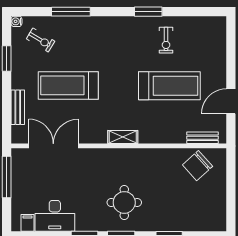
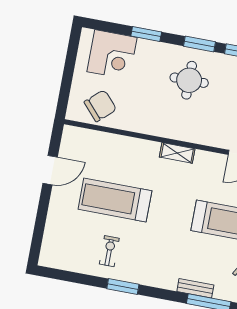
bench: (202, 138) -> (195, 288), moved
corner desk: (196, 212) -> (112, 55), added

